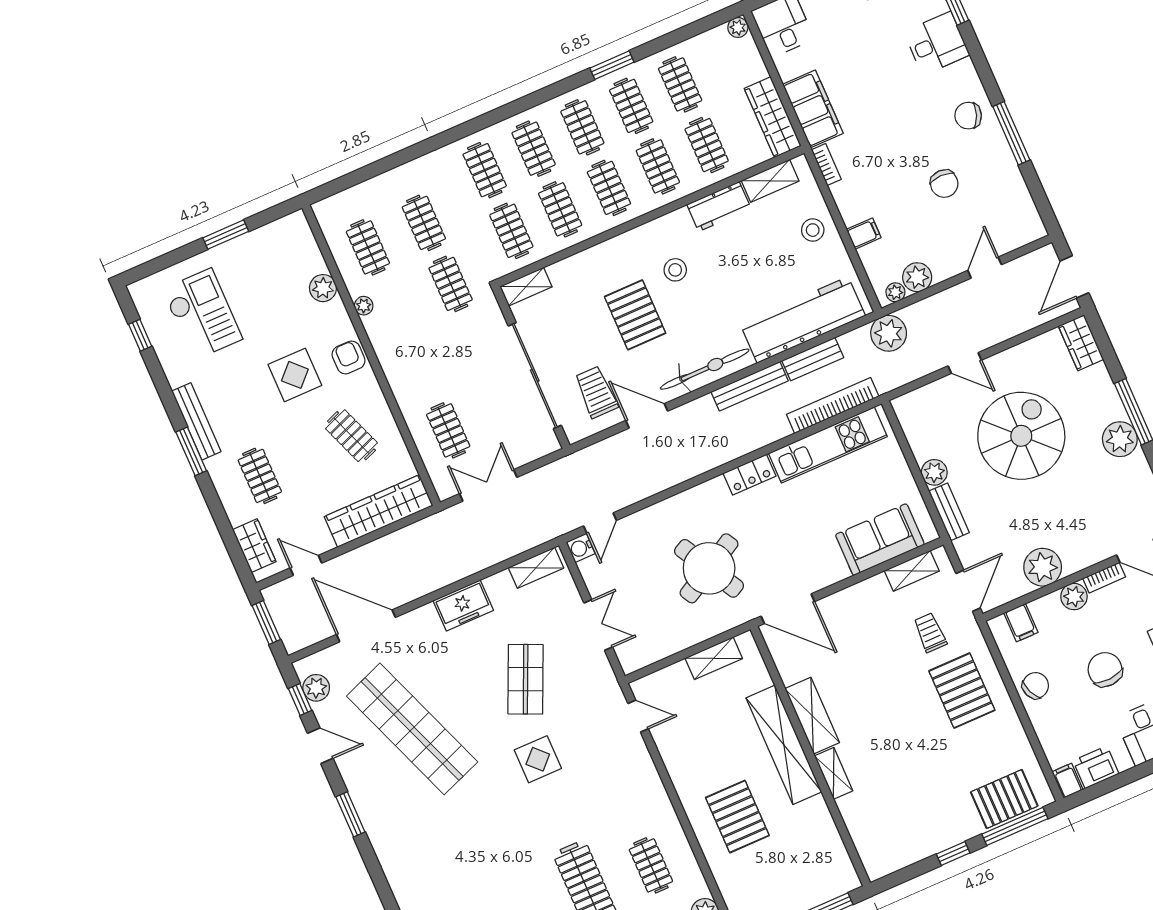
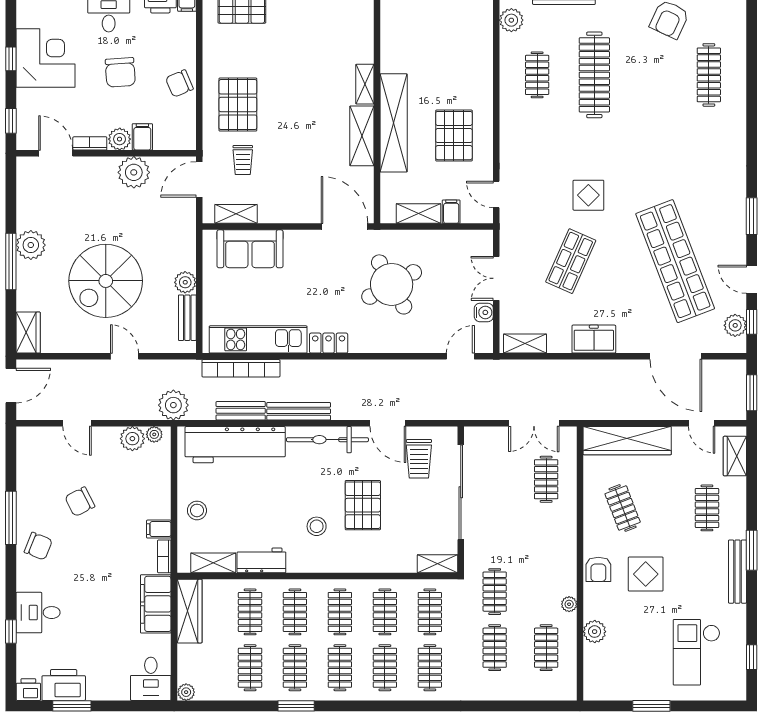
chair: (944, 184) -> (80, 502), turned -117
filing cabinet: (864, 234) -> (159, 529), moved
door: (985, 268) -> (77, 423), hinge flipped
bench: (949, 512) -> (187, 318), moved
water cooler: (581, 548) -> (484, 312), moved
filing cabinet: (1021, 623) -> (142, 137), moved
filing cabinet: (679, 676) -> (451, 212), added
pallet: (737, 817) -> (454, 136), moved

